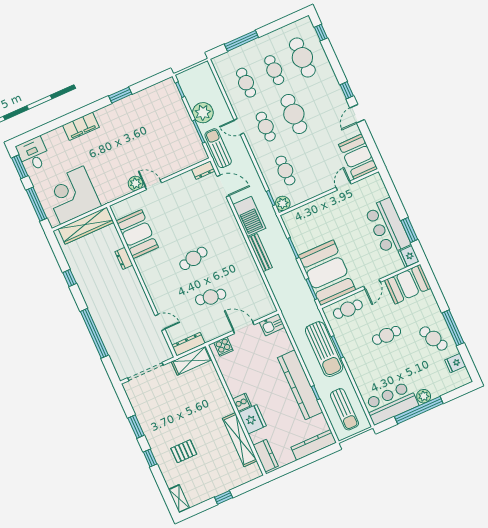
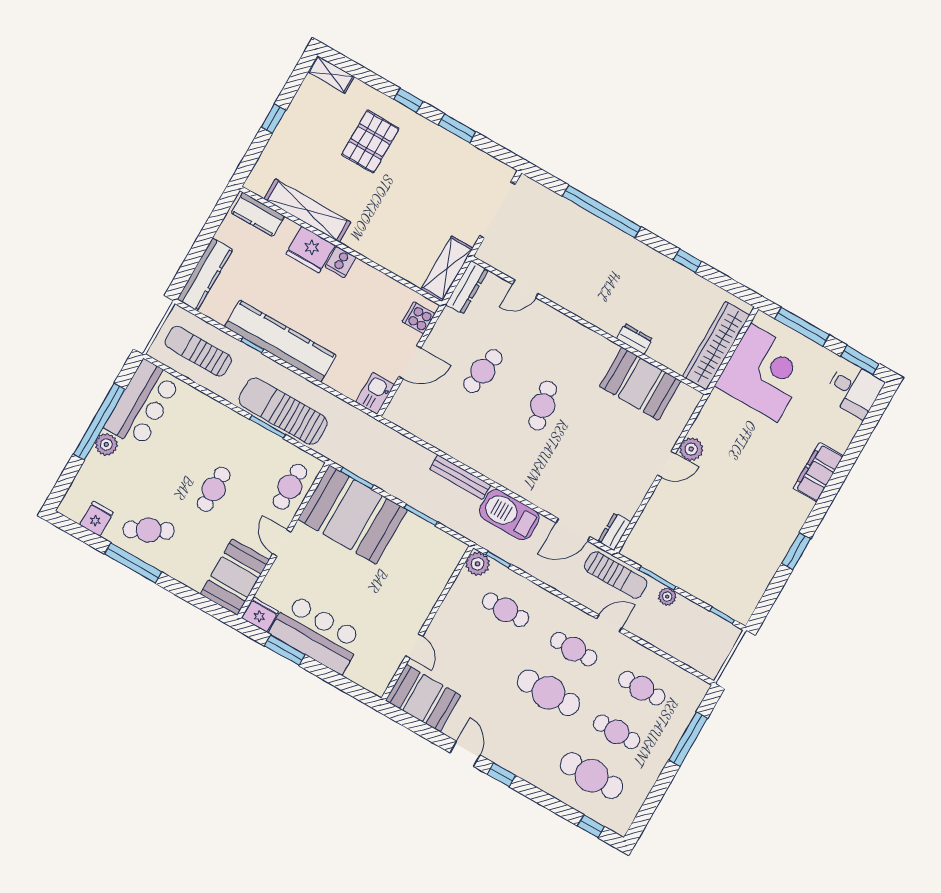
plant: (203, 113) -> (667, 597), width x0.53, depth x0.53
pallet: (184, 451) -> (370, 141), width x1.50, depth x1.42

